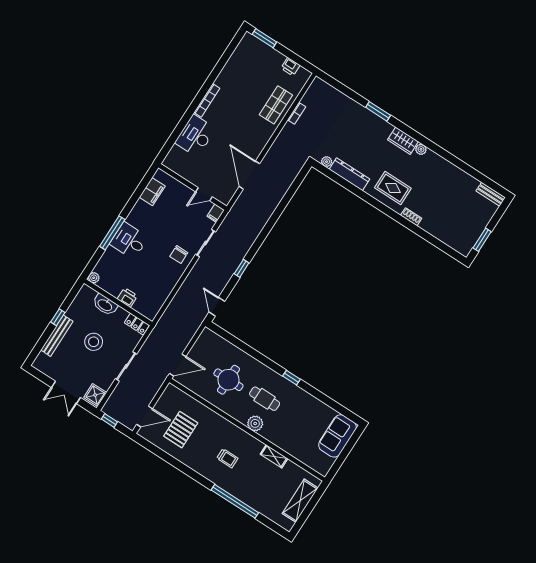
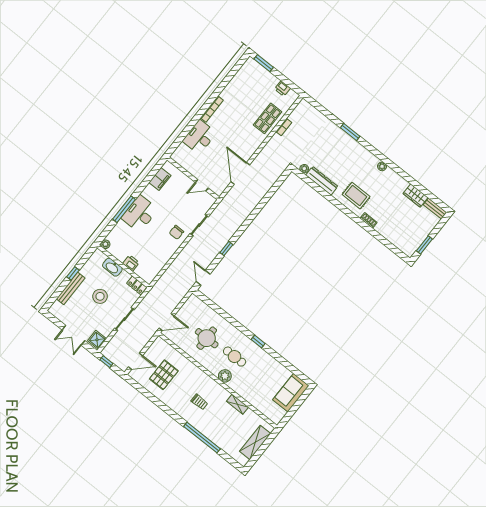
wardrobe: (403, 141) -> (415, 196), moved
filing cabinet: (216, 213) -> (210, 202), removed
desk: (129, 241) -> (140, 214), width x1.37

